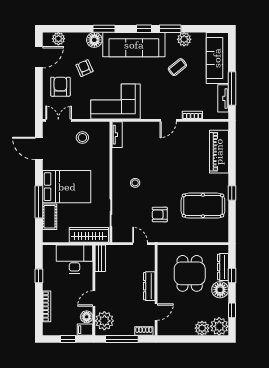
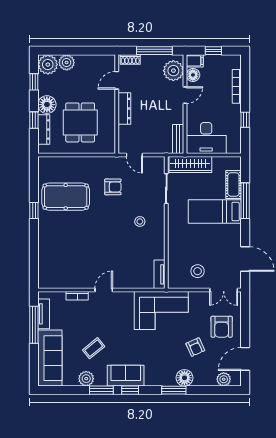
sofa: (134, 45) -> (126, 376), width x0.54, depth x0.79
piano: (219, 152) -> (48, 256), removed
bed: (67, 187) -> (215, 212), width x0.67

